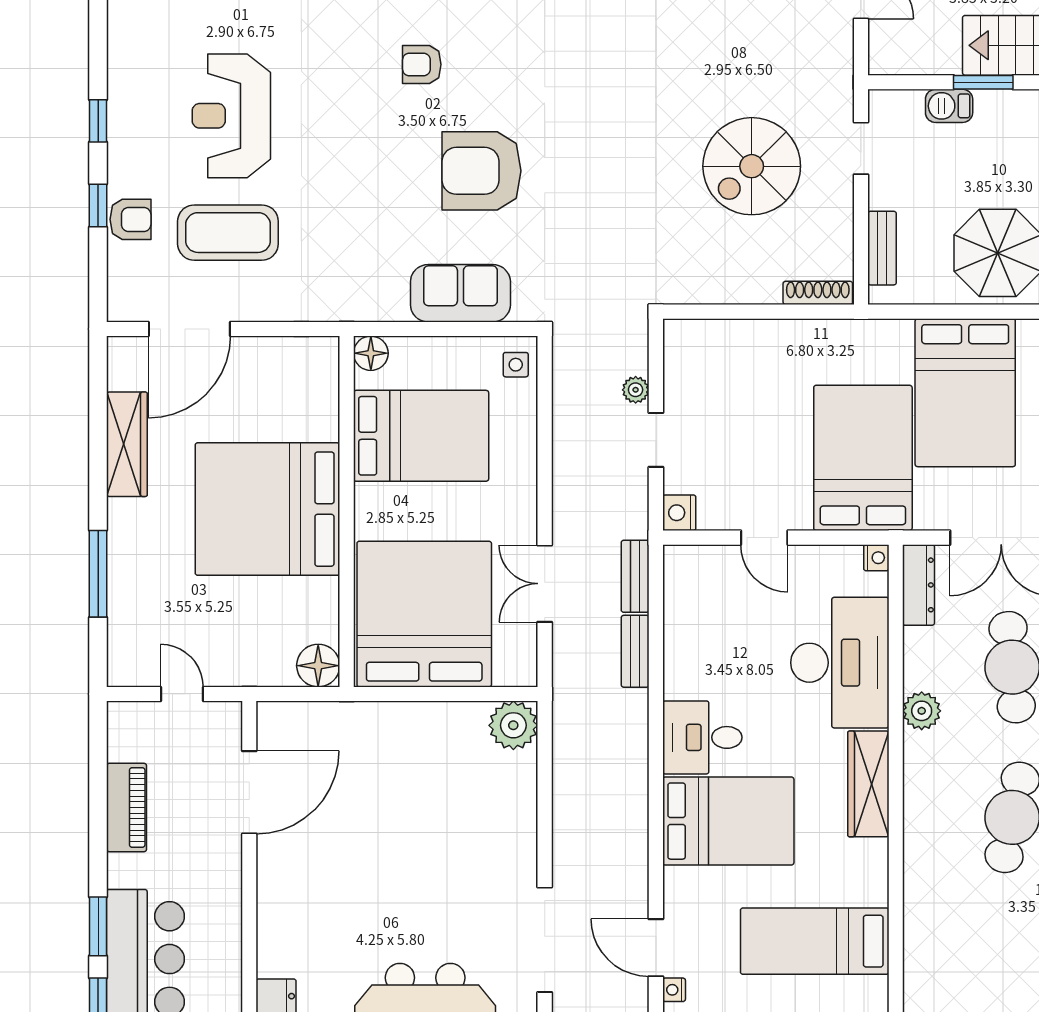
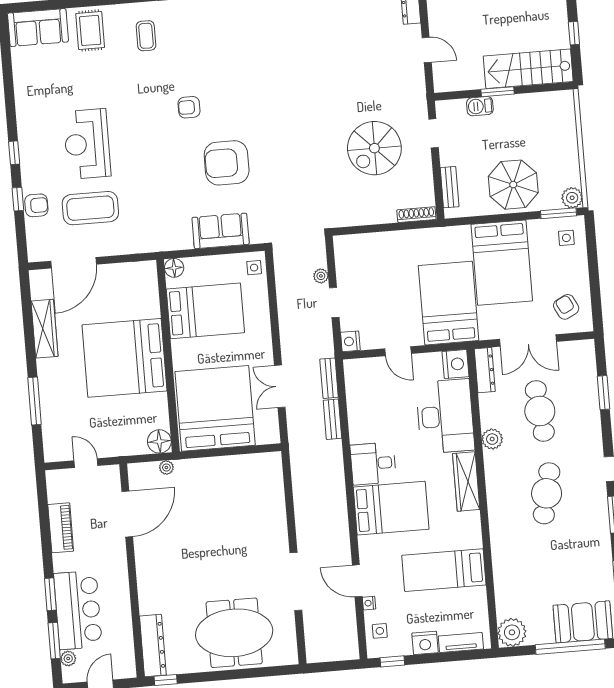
nightstand: (876, 558) -> (455, 364), width x1.89, depth x1.79
plant: (513, 725) -> (166, 468), moved, width x0.53, depth x0.53

